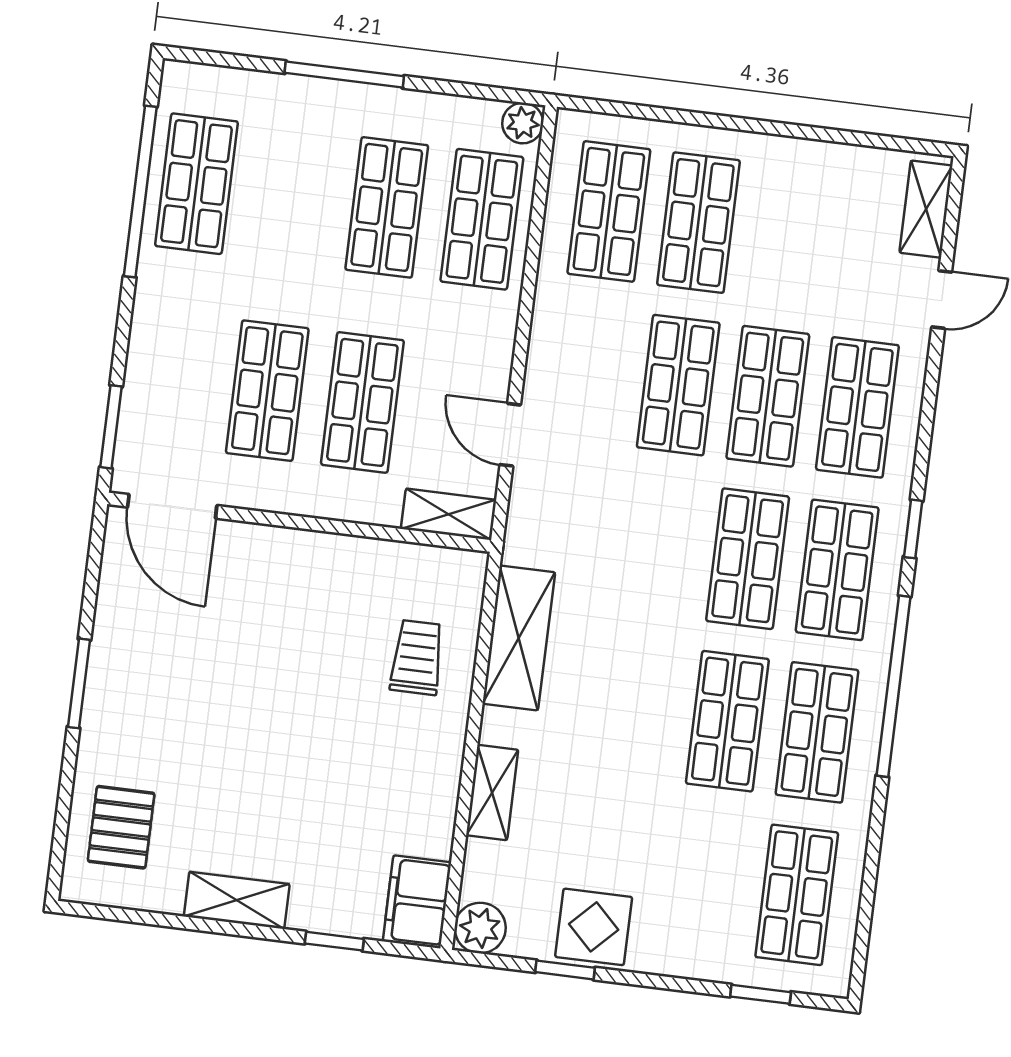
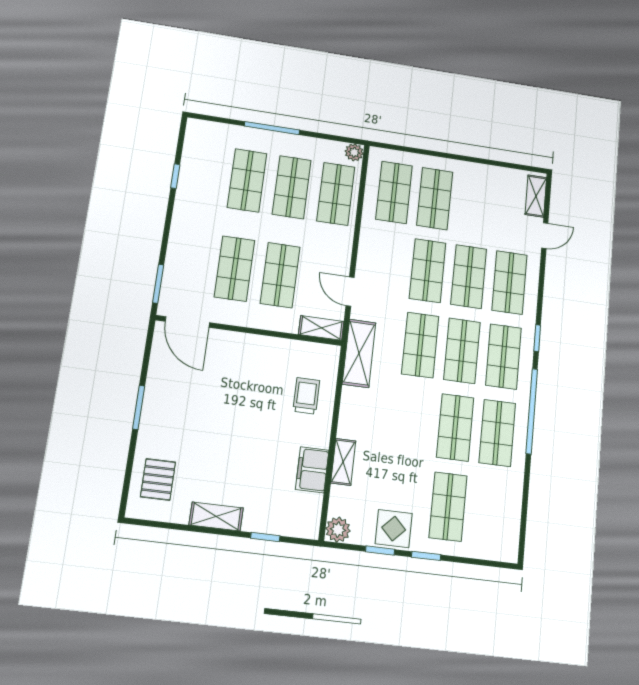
shop shelf: (196, 184) -> (247, 180), moved
window: (140, 192) -> (175, 176), width x0.32
shop shelf: (658, 548) -> (420, 345), added
shelving: (519, 638) -> (359, 353), moved
shop shelf: (797, 895) -> (448, 507), moved
filing cabinet: (417, 902) -> (312, 470), moved
window: (761, 994) -> (426, 556), moved

